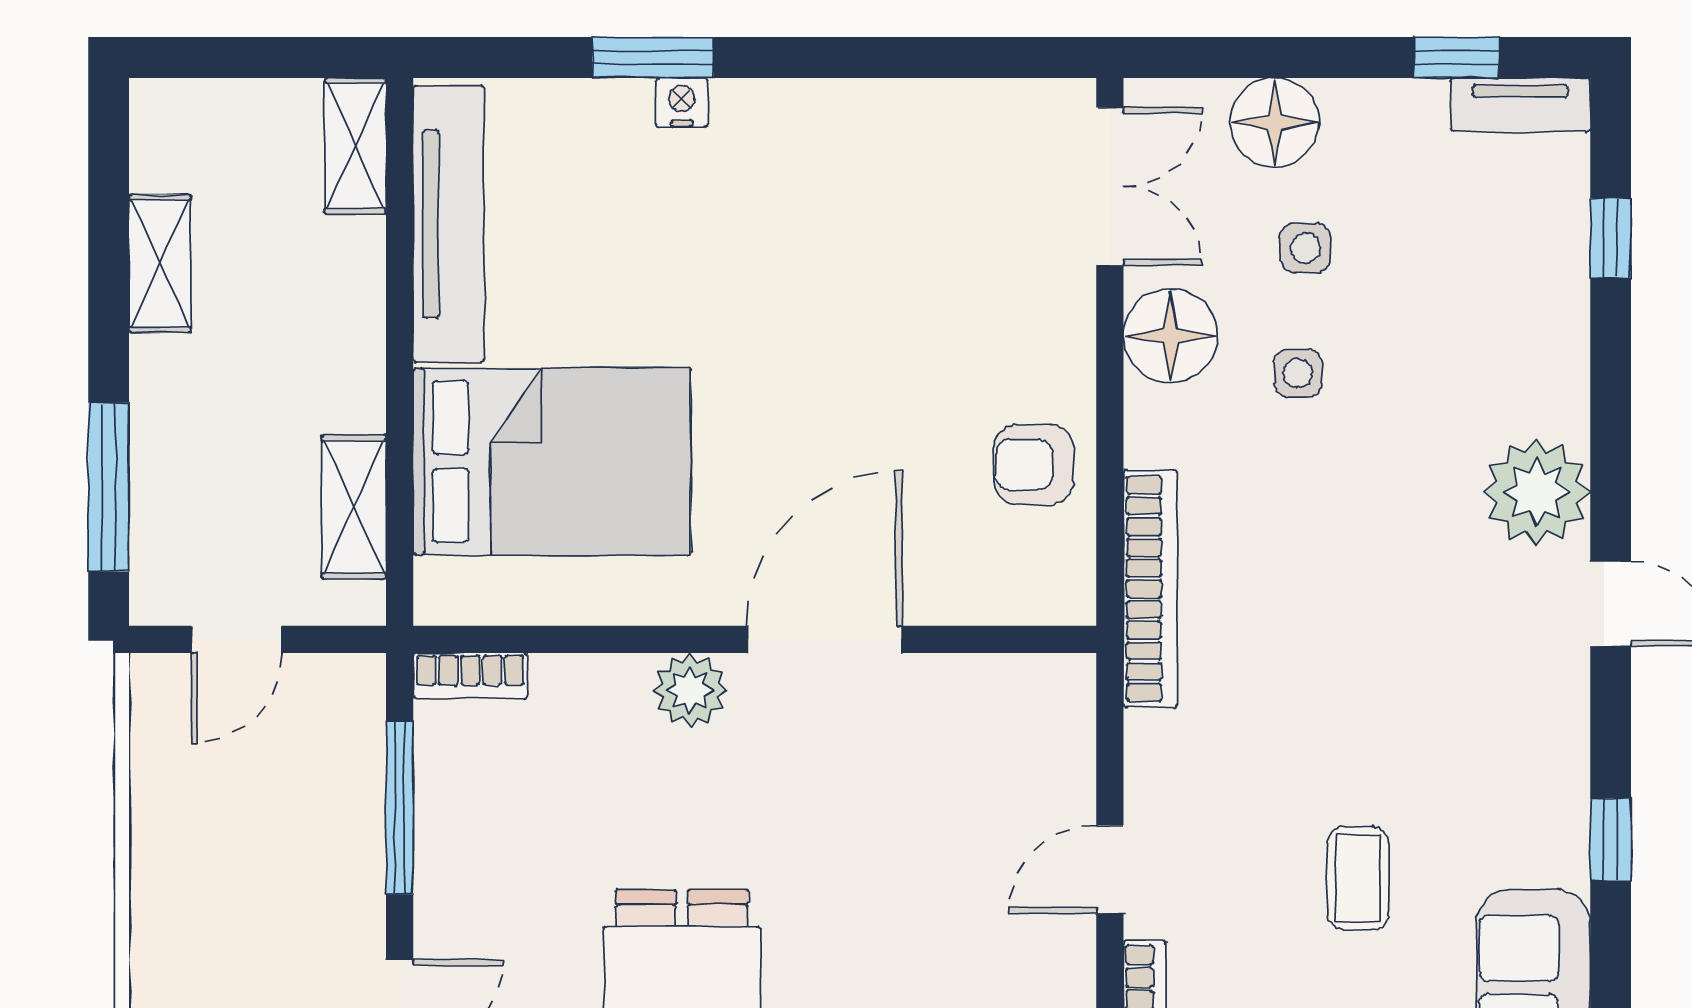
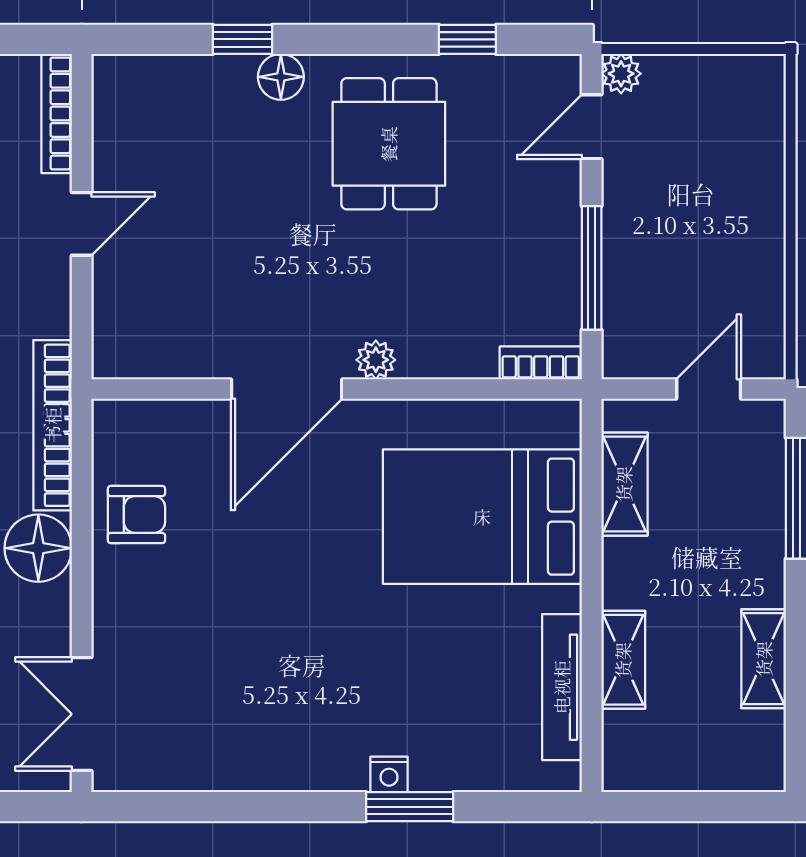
shelving: (355, 146) -> (623, 660), moved
tv unit: (449, 224) -> (562, 687), width x0.73, depth x0.78
floor lamp: (1170, 336) -> (38, 548), moved
plant: (690, 690) -> (376, 360), width x0.73, depth x0.73

